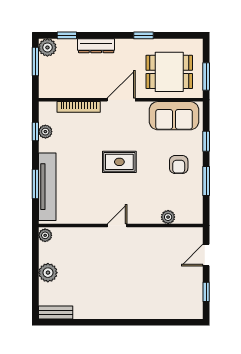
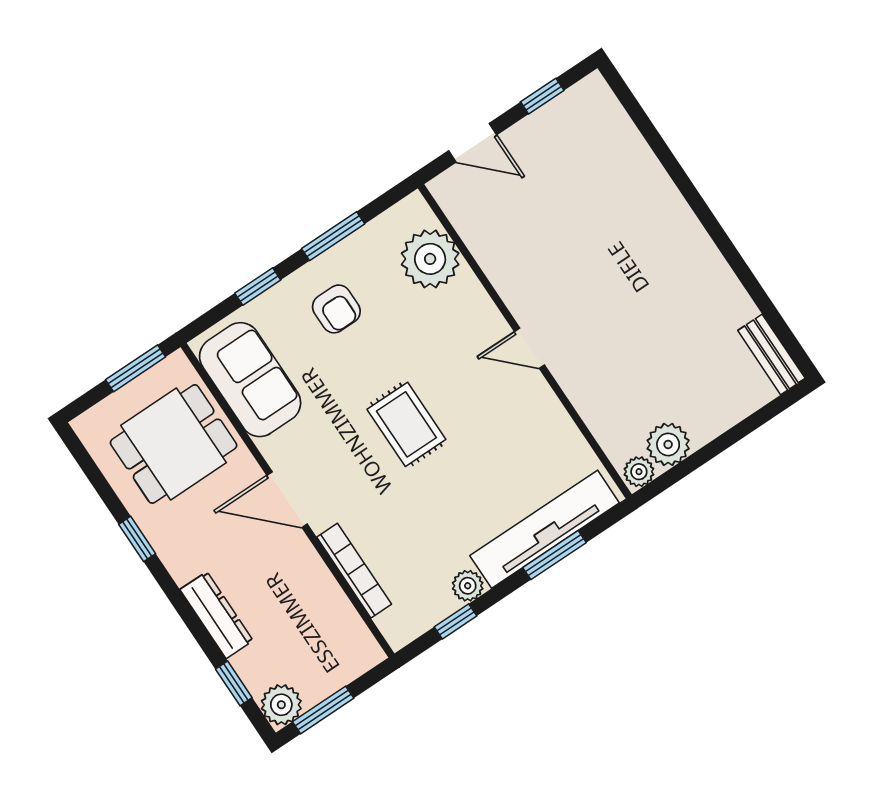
dining table: (169, 72) -> (174, 444), turned 90
plant: (45, 132) -> (468, 586), moved
armchair: (179, 165) -> (336, 309), turned 90
plant: (168, 217) -> (430, 259), width x1.88, depth x1.88
plant: (48, 273) -> (668, 444), moved

